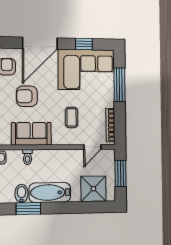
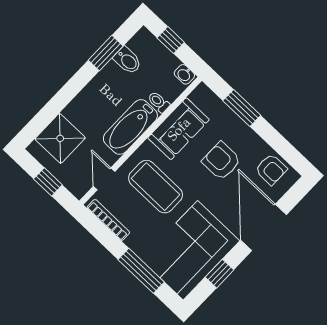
armchair: (27, 96) -> (221, 161), turned -90
coffee table: (72, 117) -> (156, 187), width x1.86, depth x1.72
window: (120, 174) -> (48, 182), width x0.67
bathtub: (50, 193) -> (130, 127), moved, turned 180

